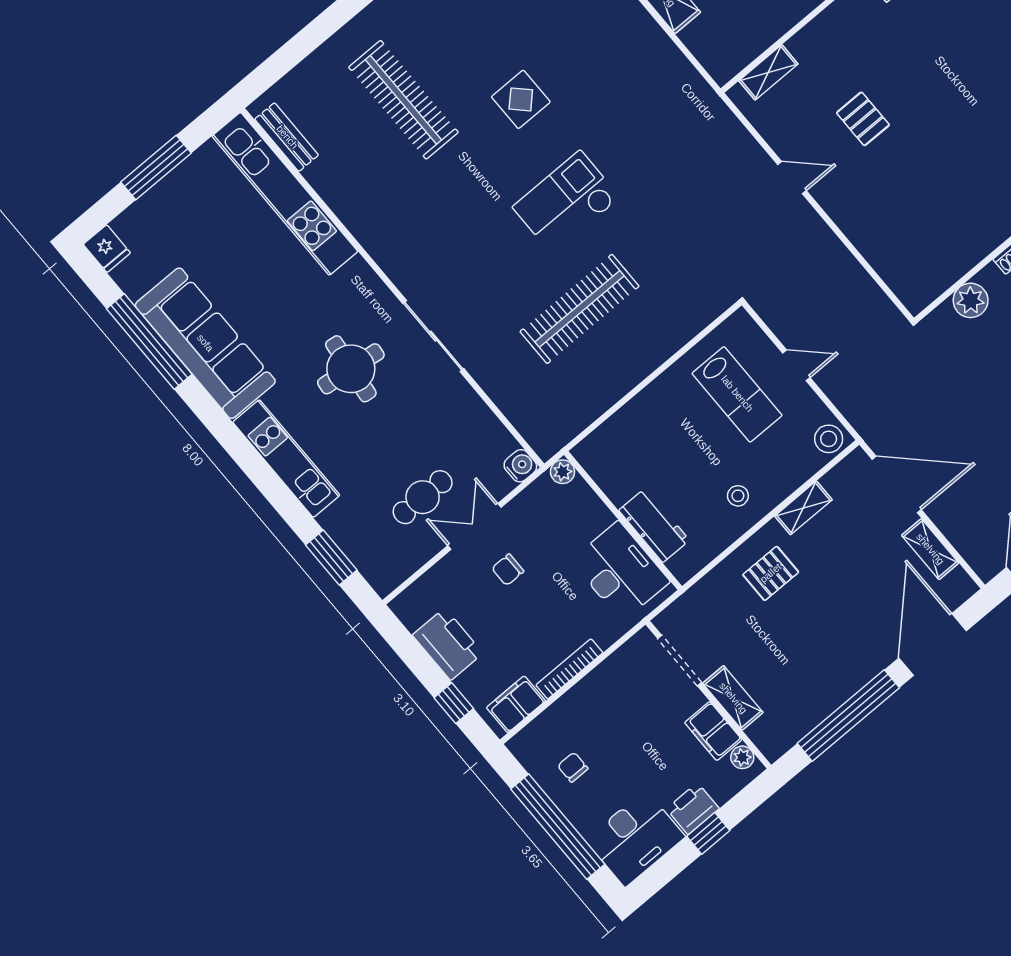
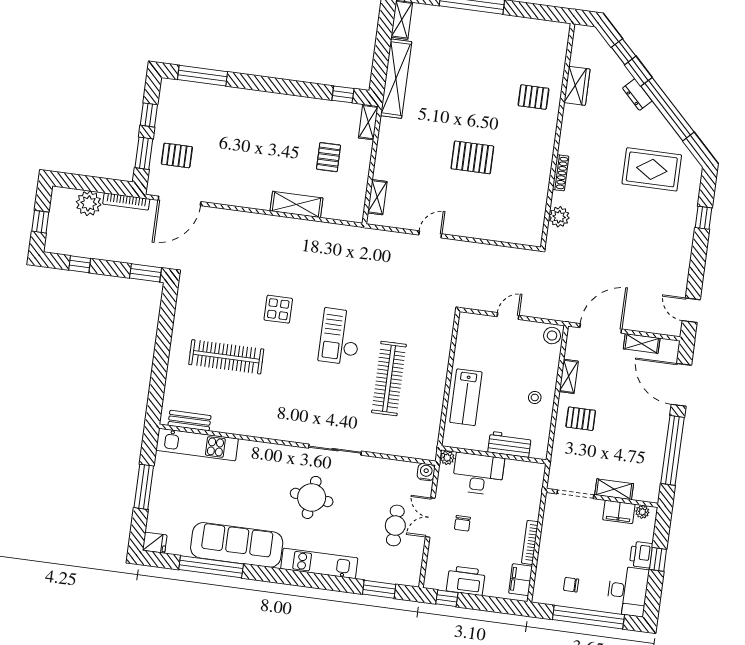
pallet: (863, 119) -> (472, 157), moved, width x1.50, depth x1.42
kitchen unit: (285, 194) -> (197, 444), width x0.73
lab bench: (737, 394) -> (466, 397), moved, turned 90
desk: (620, 571) -> (478, 474), moved
pallet: (771, 573) -> (581, 419), turned 90
window: (454, 703) -> (447, 598), moved

